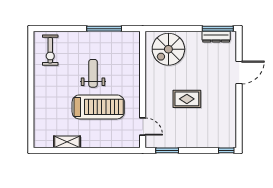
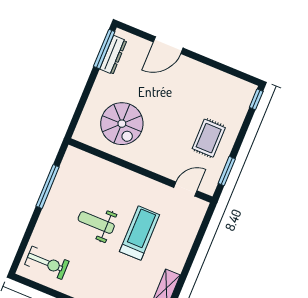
spiral stairs: (168, 49) -> (122, 124), moved
door: (239, 72) -> (168, 45), swing flipped
rug: (187, 99) -> (209, 138), moved
treadmill: (98, 107) -> (140, 233), width x0.73, depth x0.73

